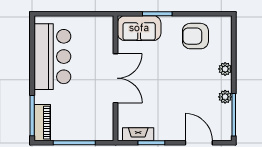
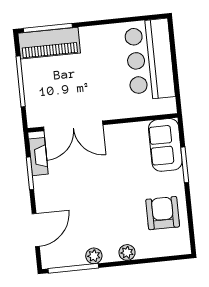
bar counter: (52, 57) -> (150, 60), moved, turned 90
double door: (116, 78) -> (73, 126), moved
piano: (42, 123) -> (49, 43), width x1.37, depth x1.33

